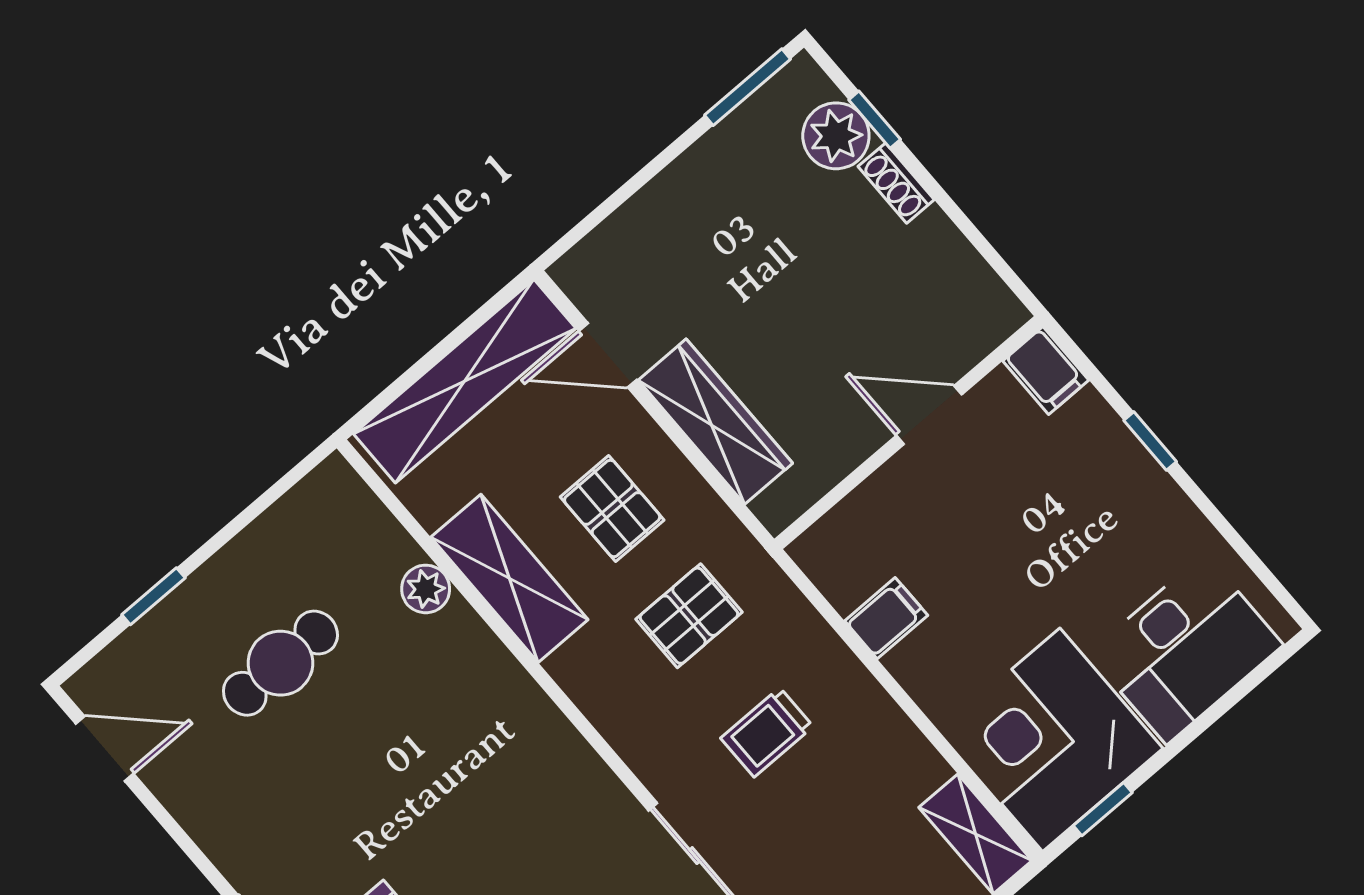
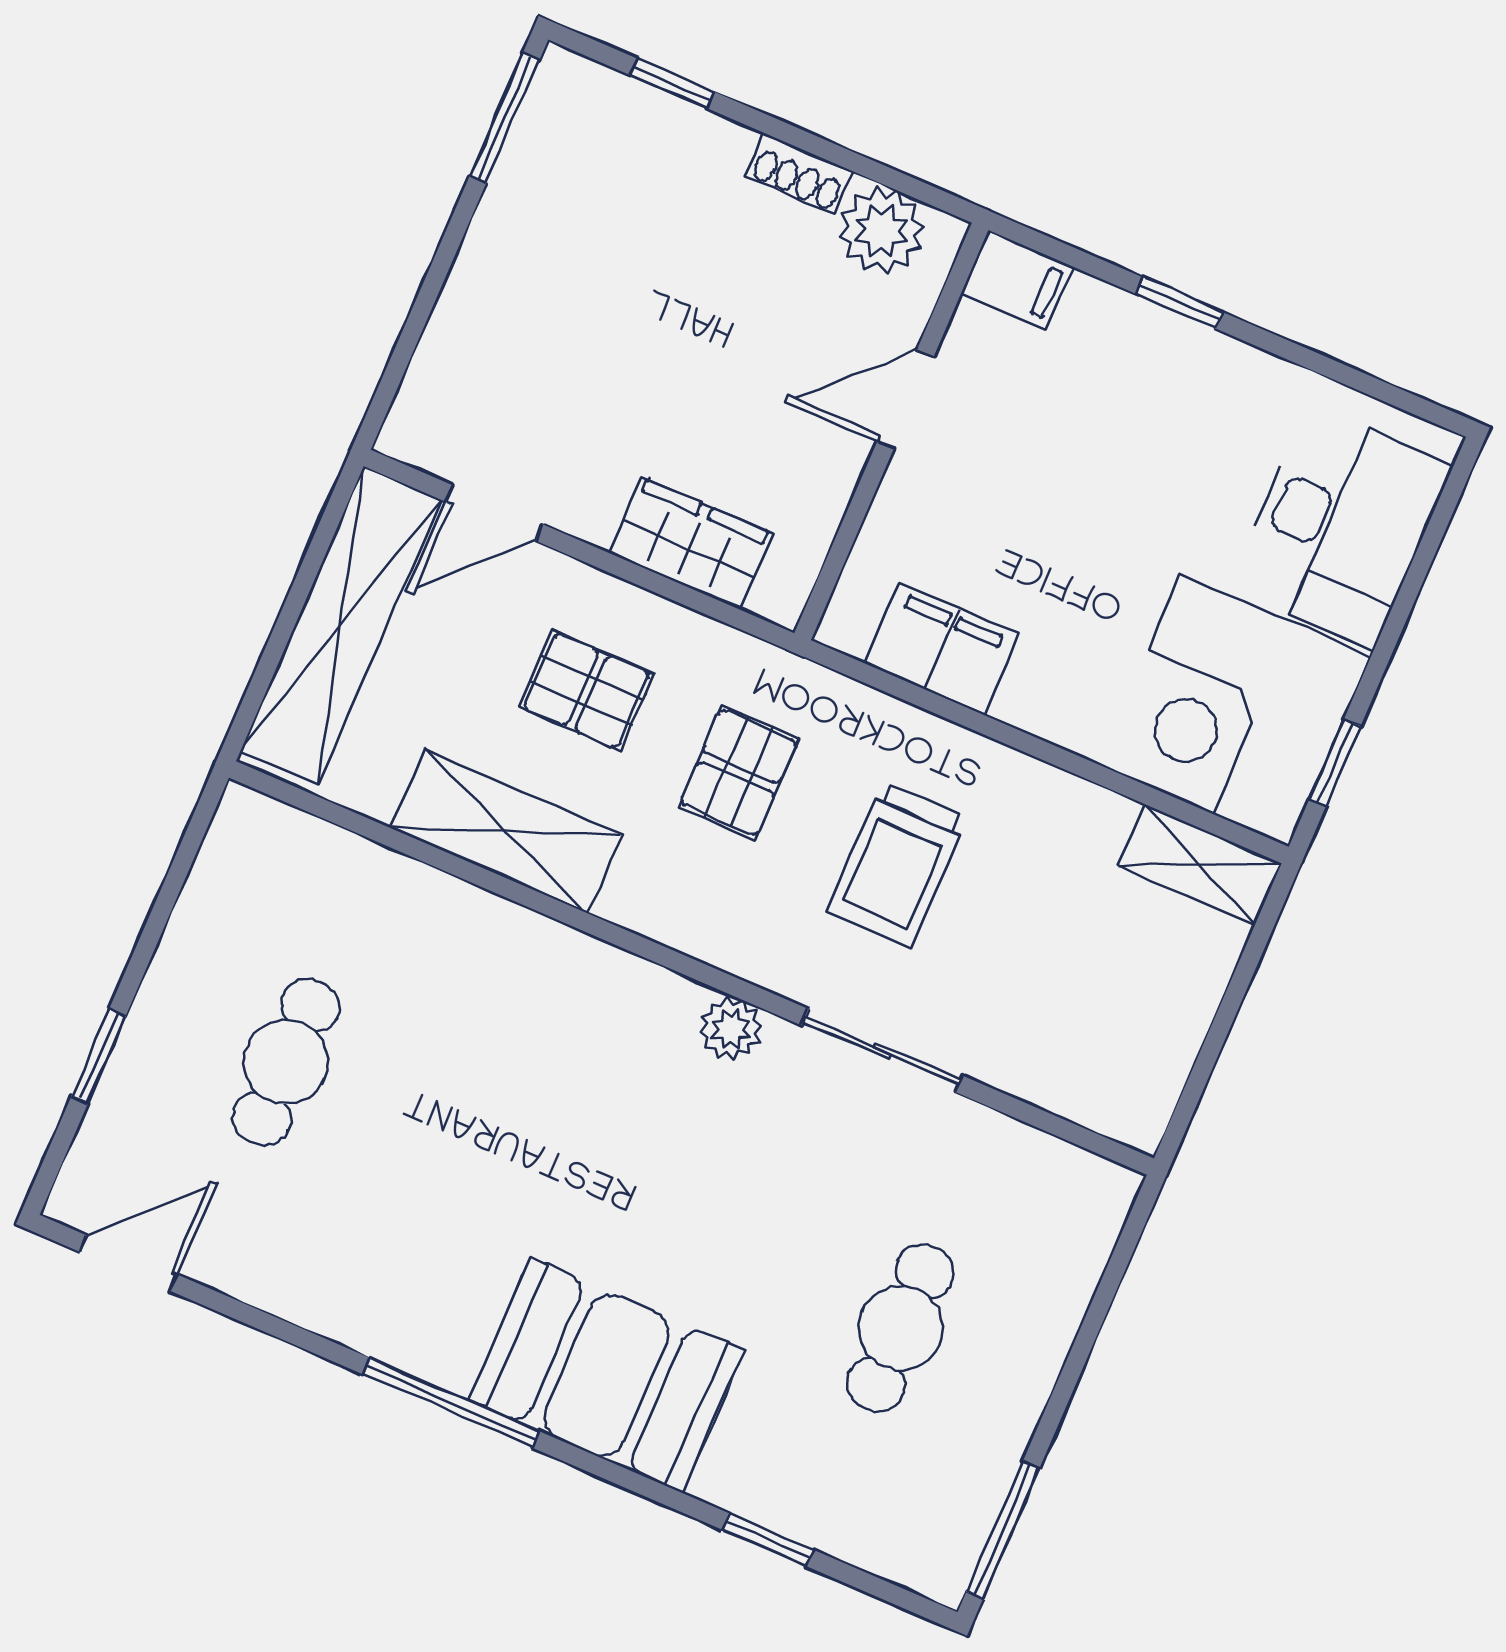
plant: (836, 136) -> (881, 231), moved
shoe rack: (896, 183) -> (799, 174), moved
wardrobe: (715, 422) -> (691, 543), width x0.67
plant: (426, 589) -> (730, 1029), moved
filing cabinet: (886, 618) -> (941, 649), width x2.00
trolley: (767, 732) -> (897, 865), width x1.36, depth x1.39

